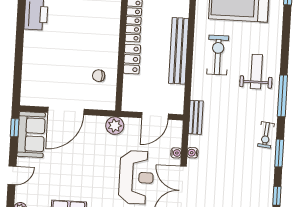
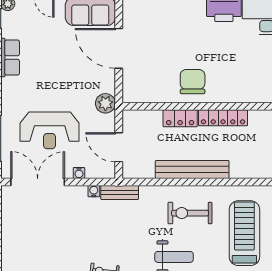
exercise bike: (218, 55) -> (190, 213), turned 180
chair: (99, 76) -> (193, 82), moved, width x1.87, depth x1.87
water cooler: (192, 153) -> (94, 191), moved

